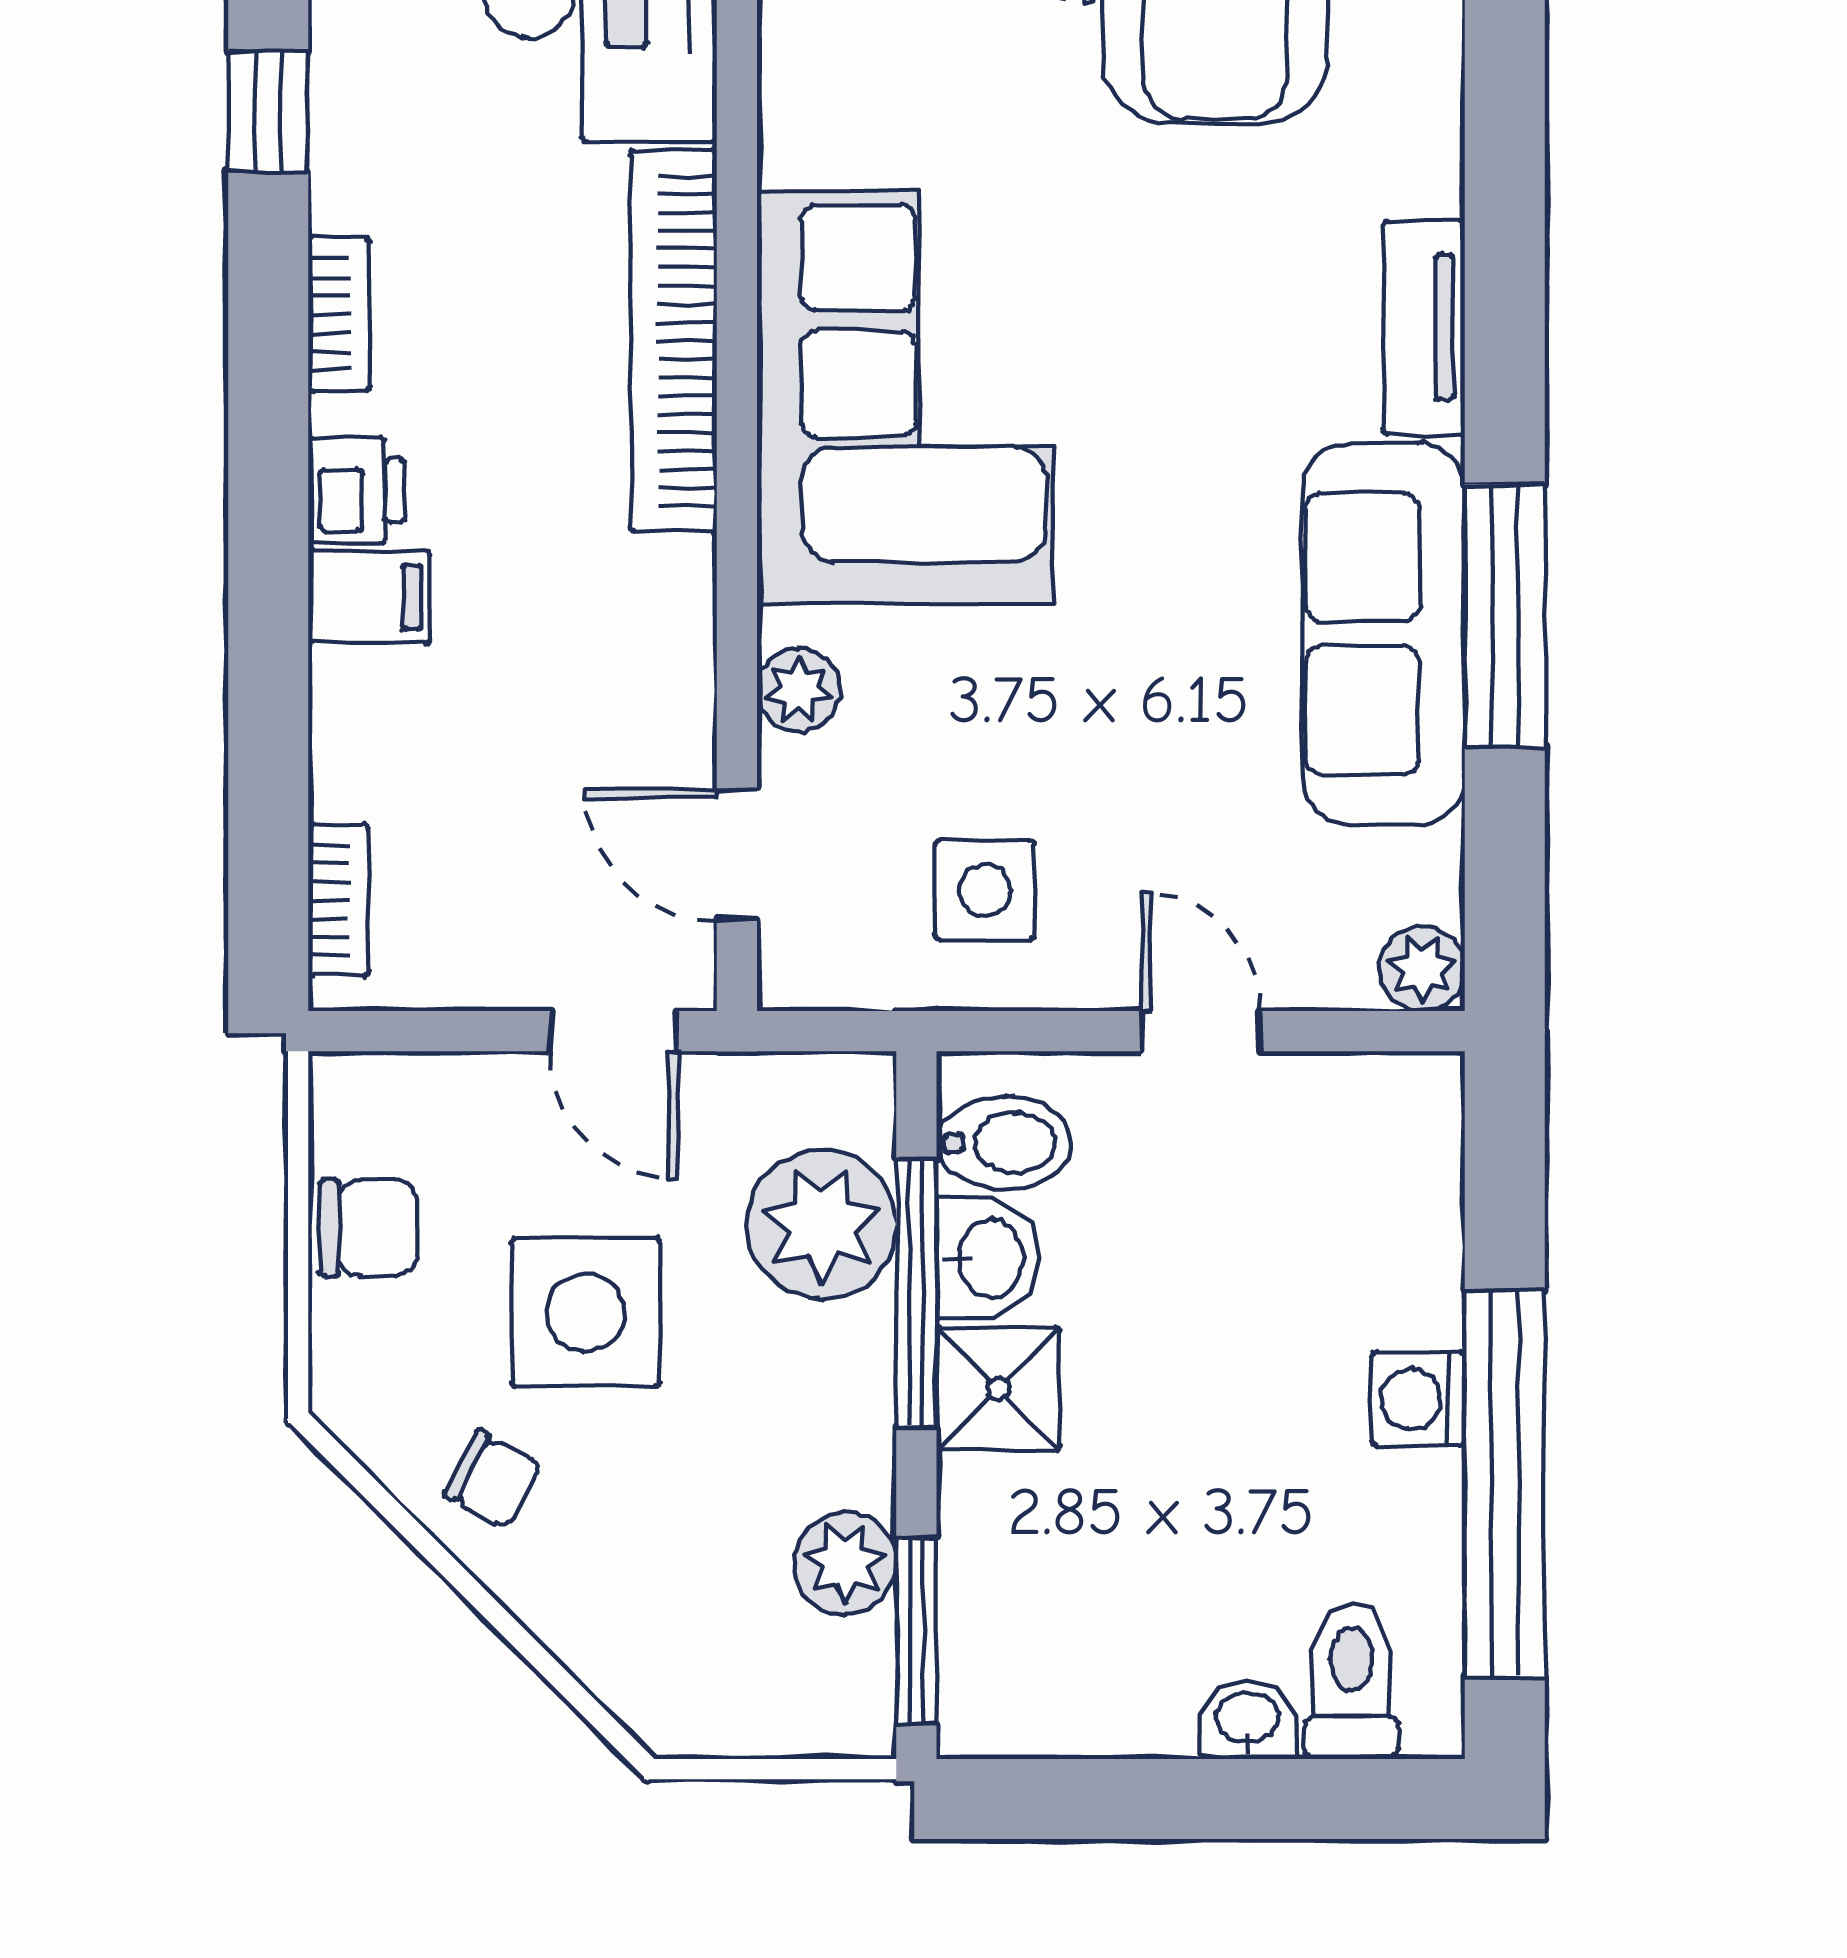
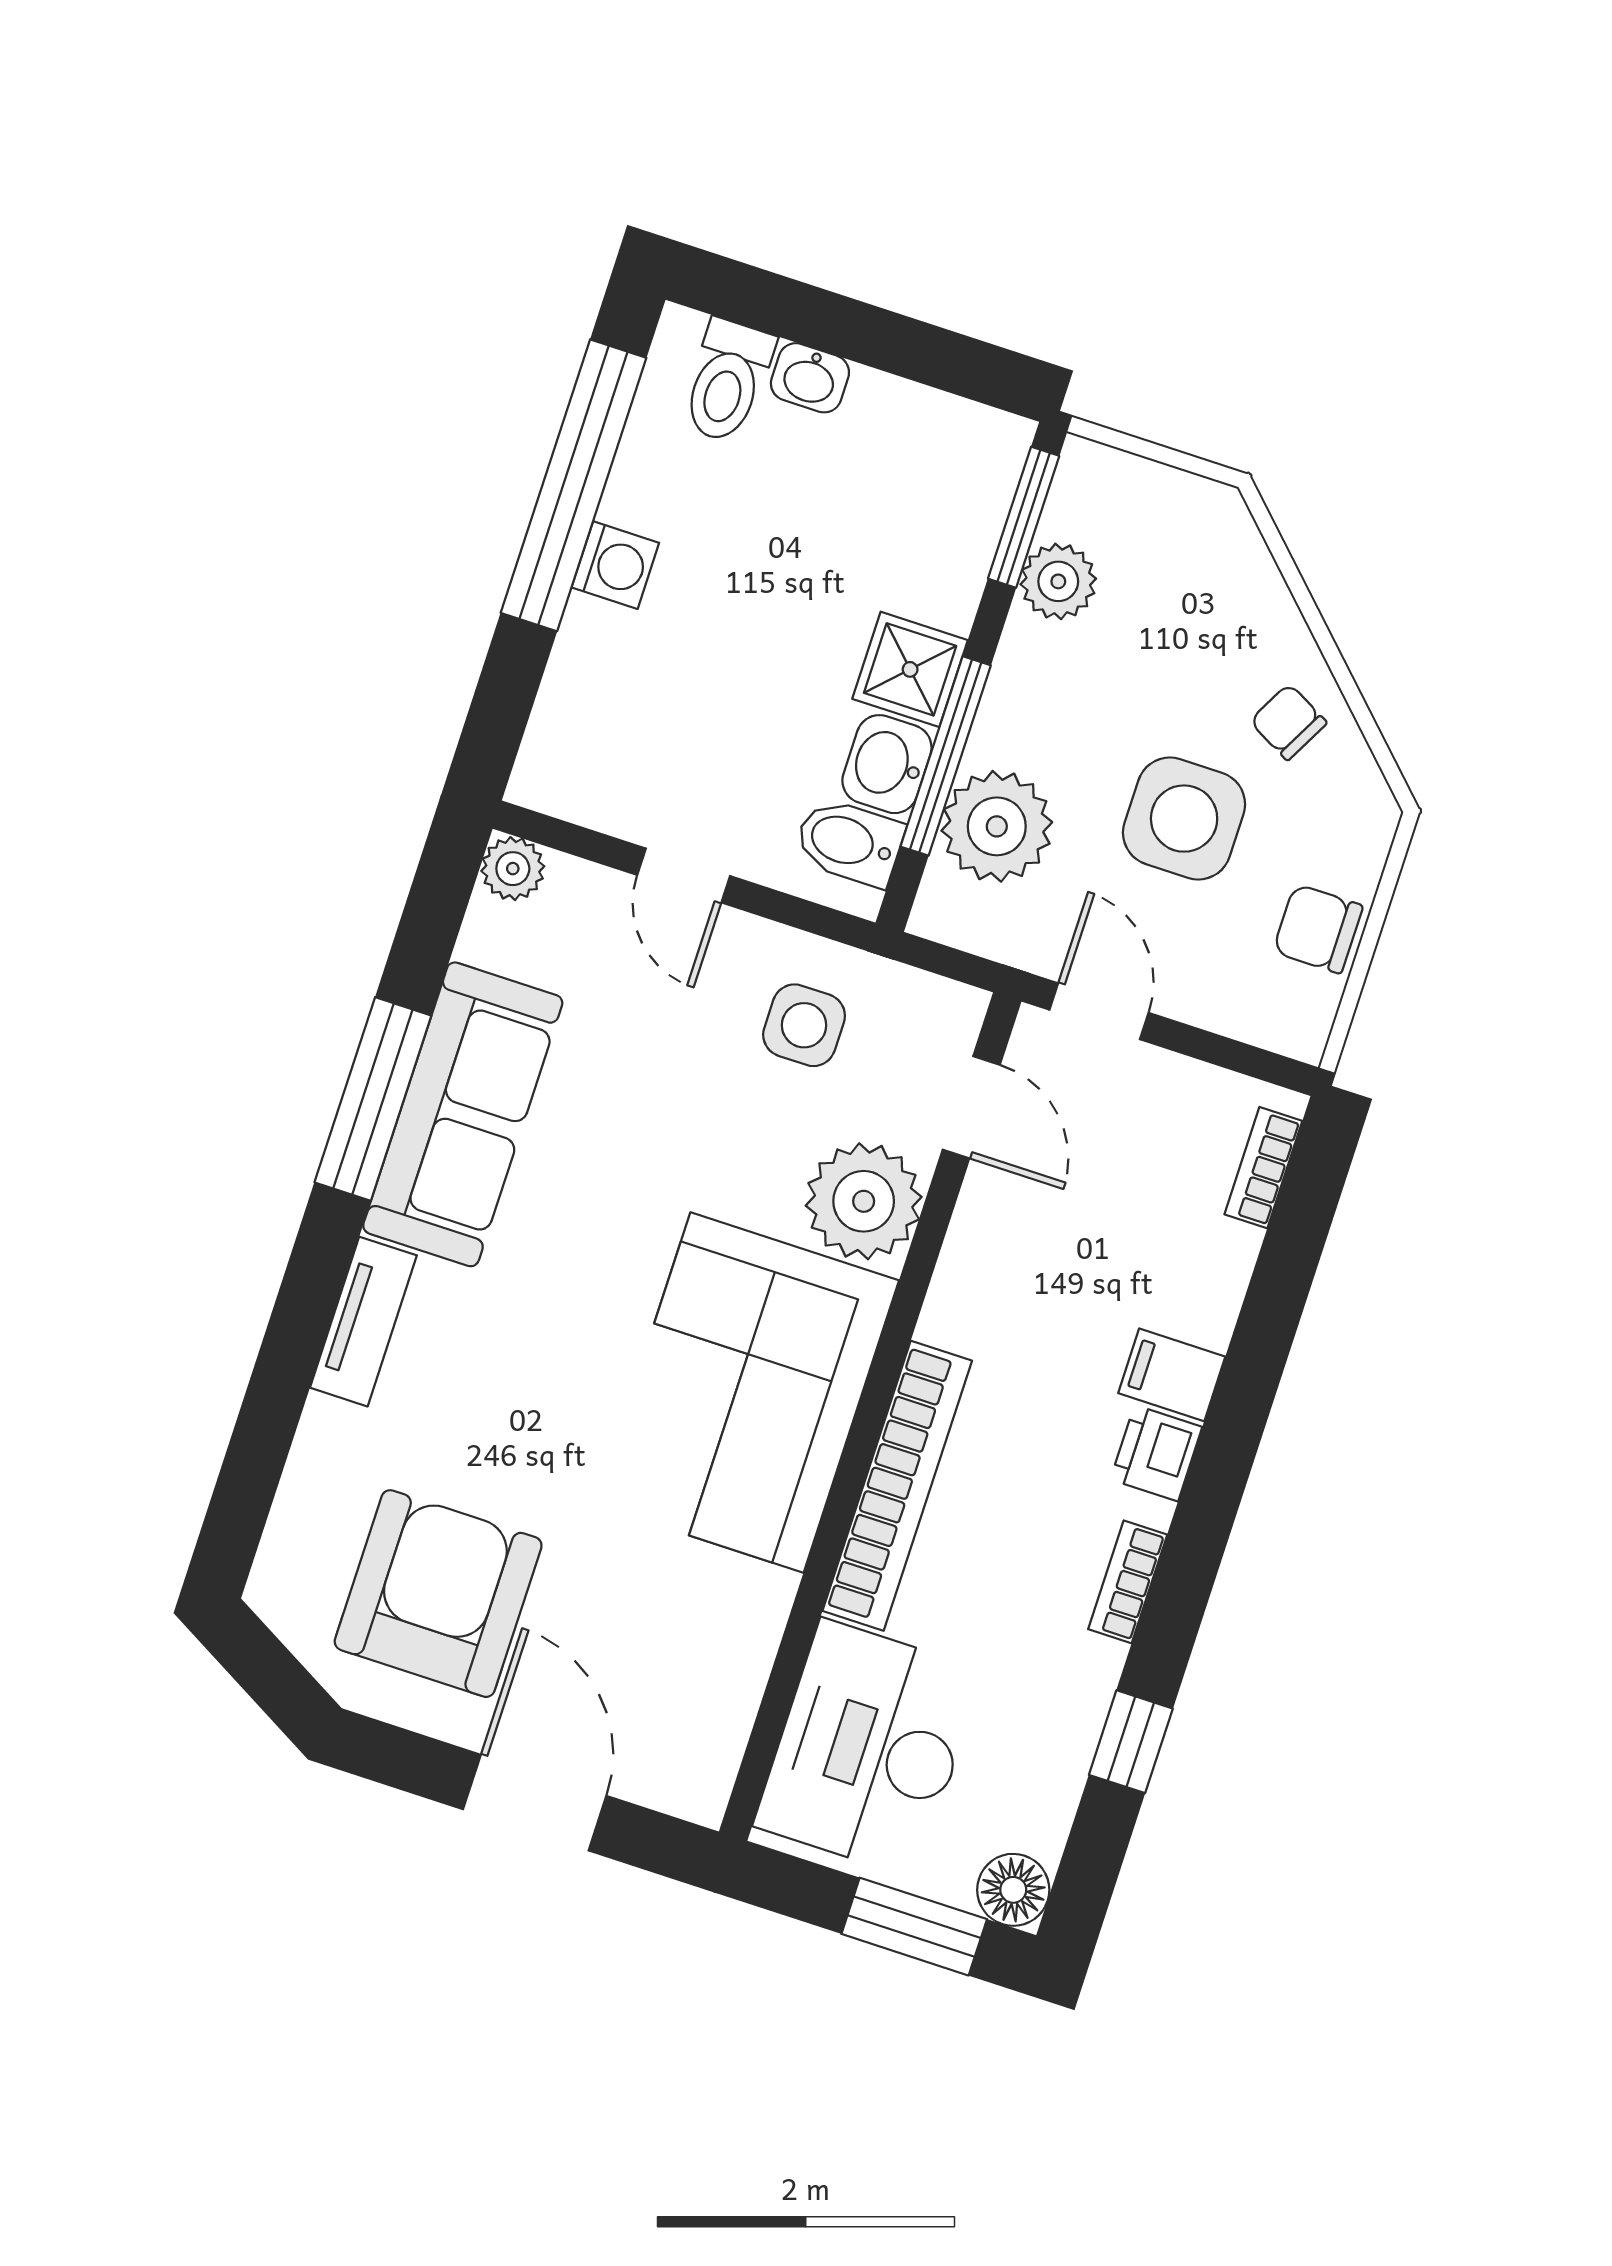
plant: (799, 690) -> (864, 1201), width x1.88, depth x1.88

